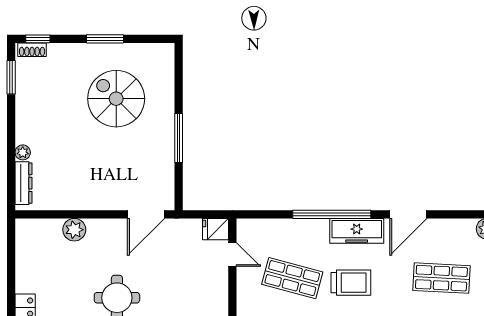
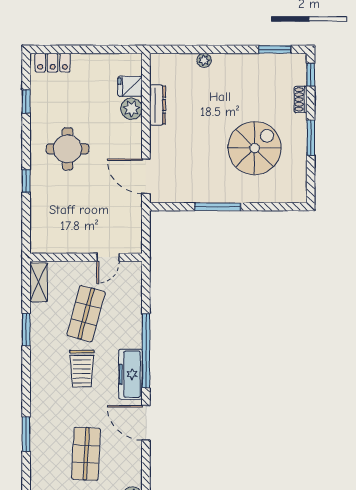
shoe rack: (32, 50) -> (301, 99), moved
dresser: (24, 183) -> (158, 105), moved, turned -90
fridge: (215, 229) -> (130, 86), moved, turned -90

